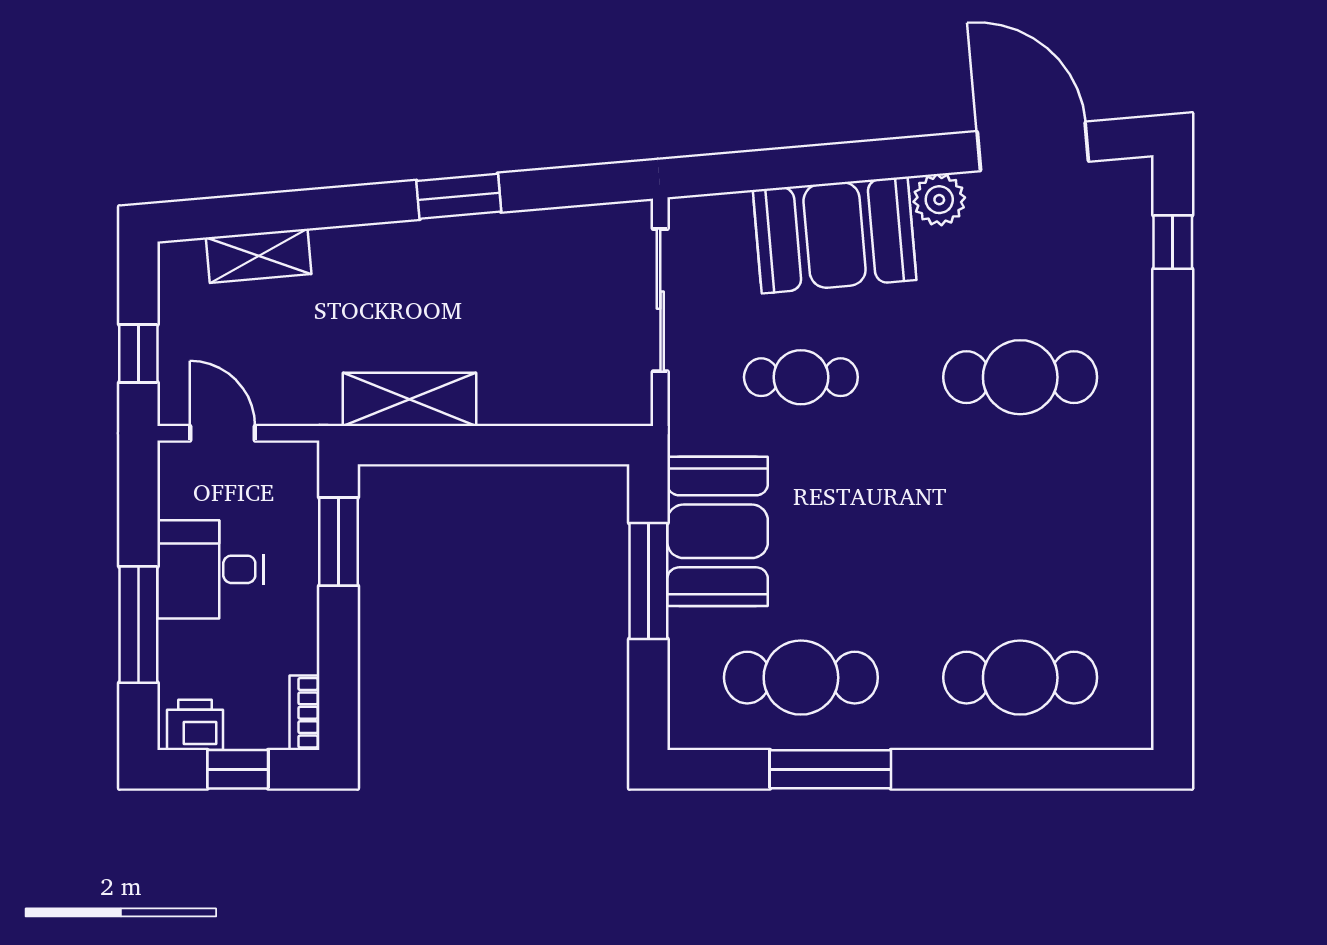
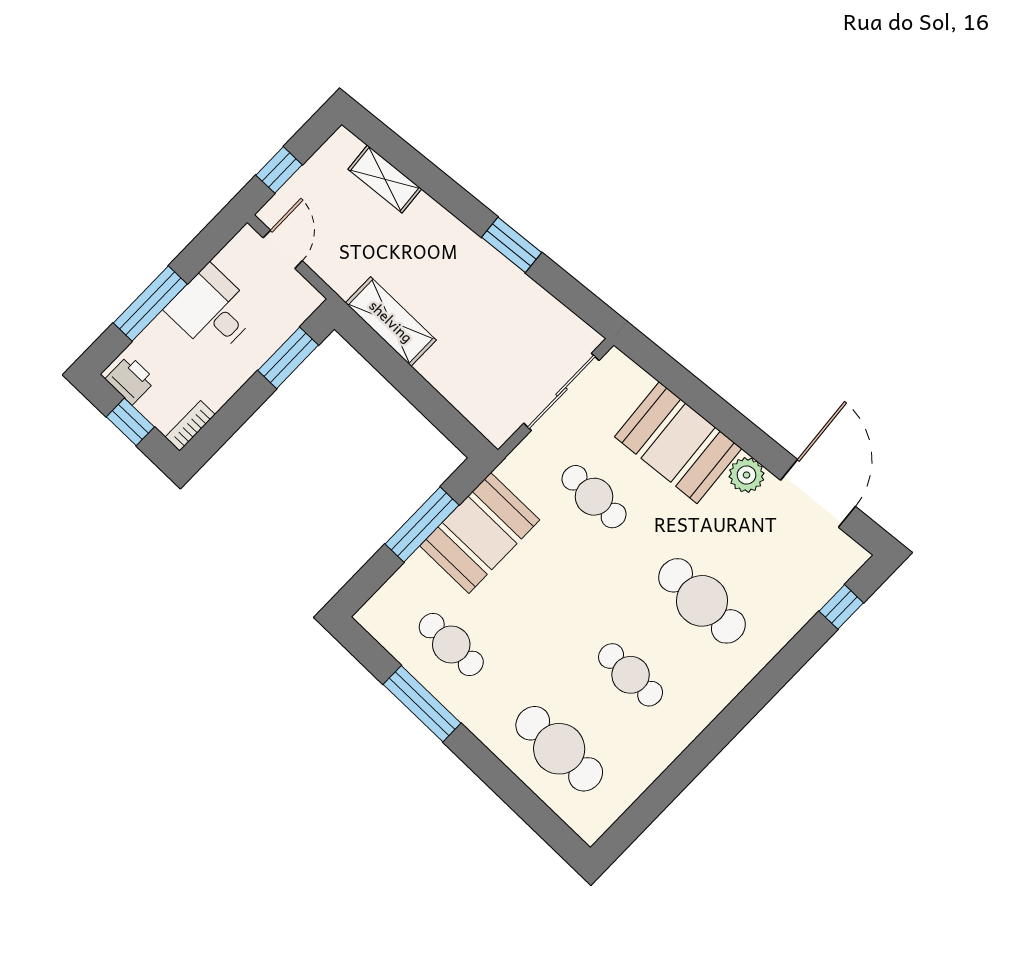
cafe table: (1020, 527) -> (631, 675), added
cafe table: (801, 678) -> (451, 645), width x0.73, depth x0.74

